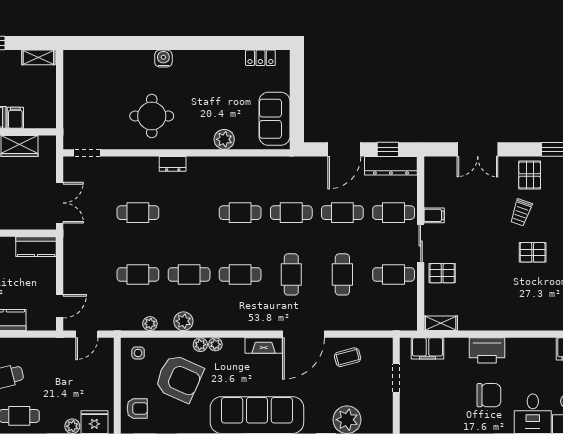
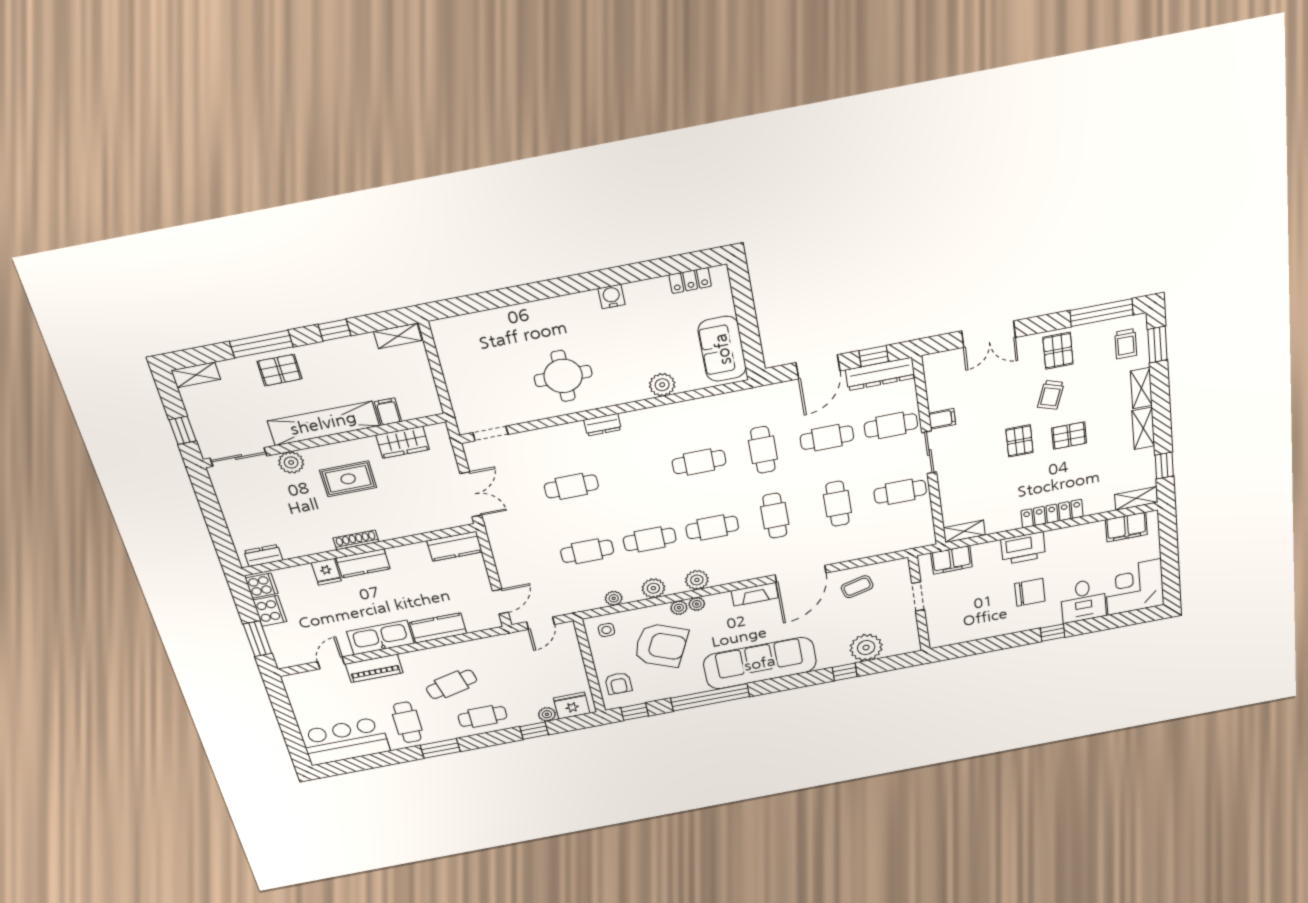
water cooler: (163, 59) -> (612, 296), moved
cafe table: (291, 213) -> (763, 450), turned 90
pallet: (442, 273) -> (1019, 441), moved, turned 90
plant: (219, 321) -> (697, 580), added
locker: (513, 322) -> (1052, 514), added
armchair: (137, 408) -> (618, 683), turned 90

